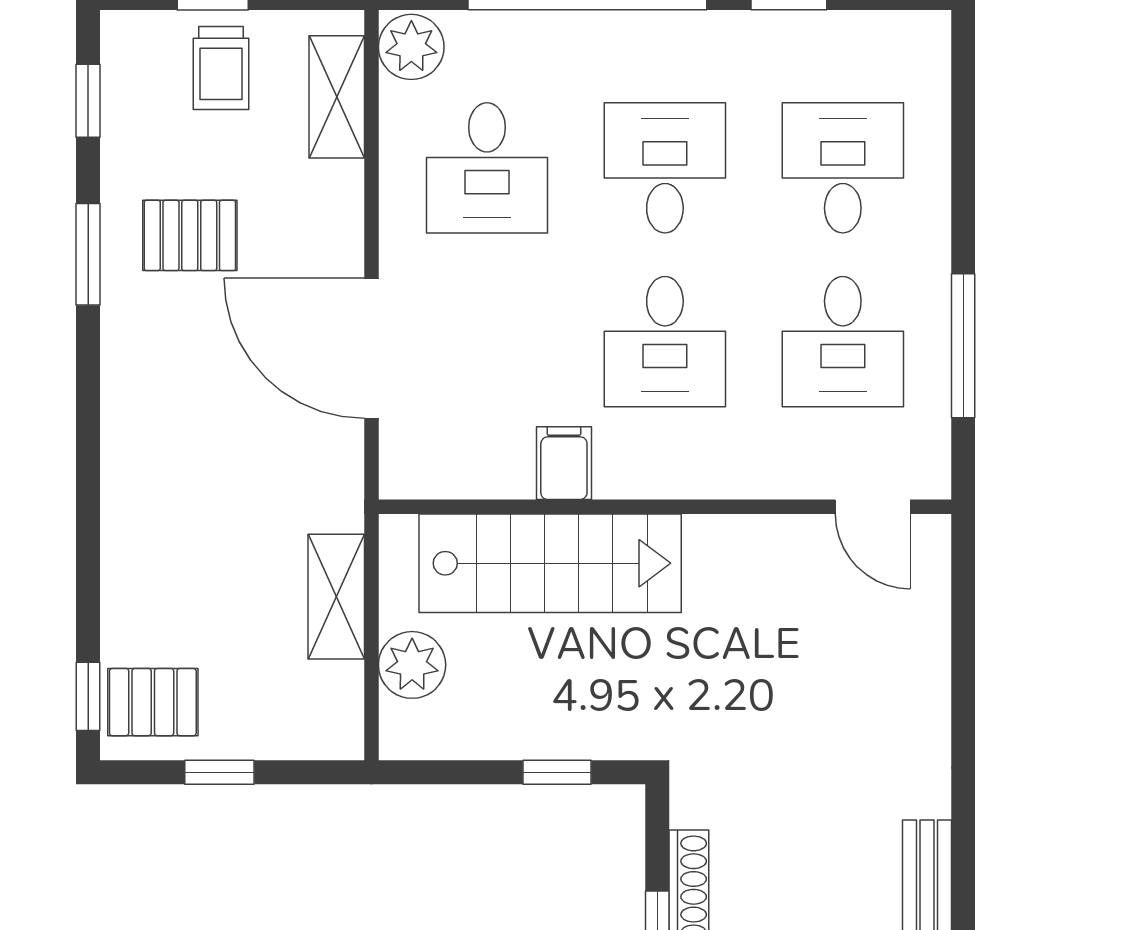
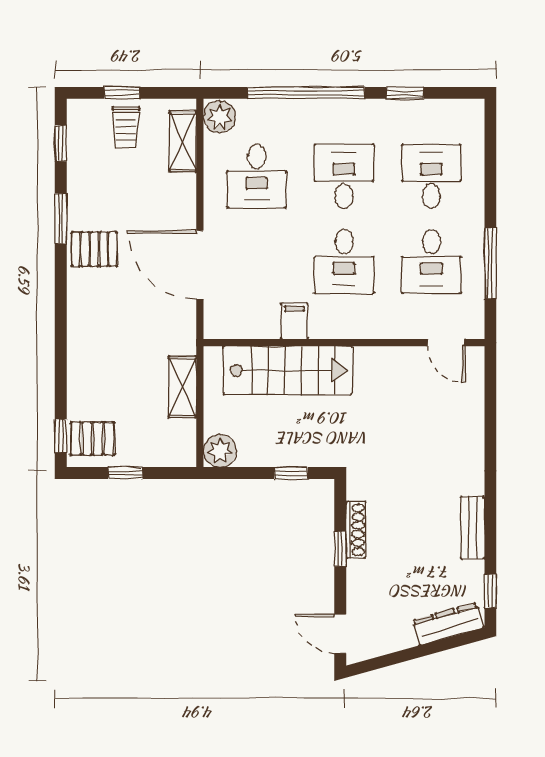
pallet: (190, 235) -> (94, 249), moved
plant: (412, 665) -> (220, 451), moved

